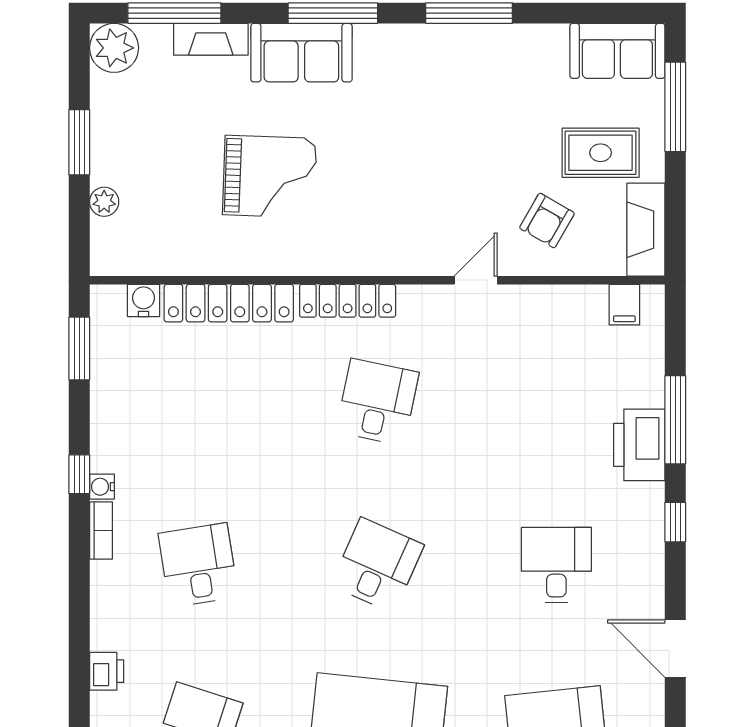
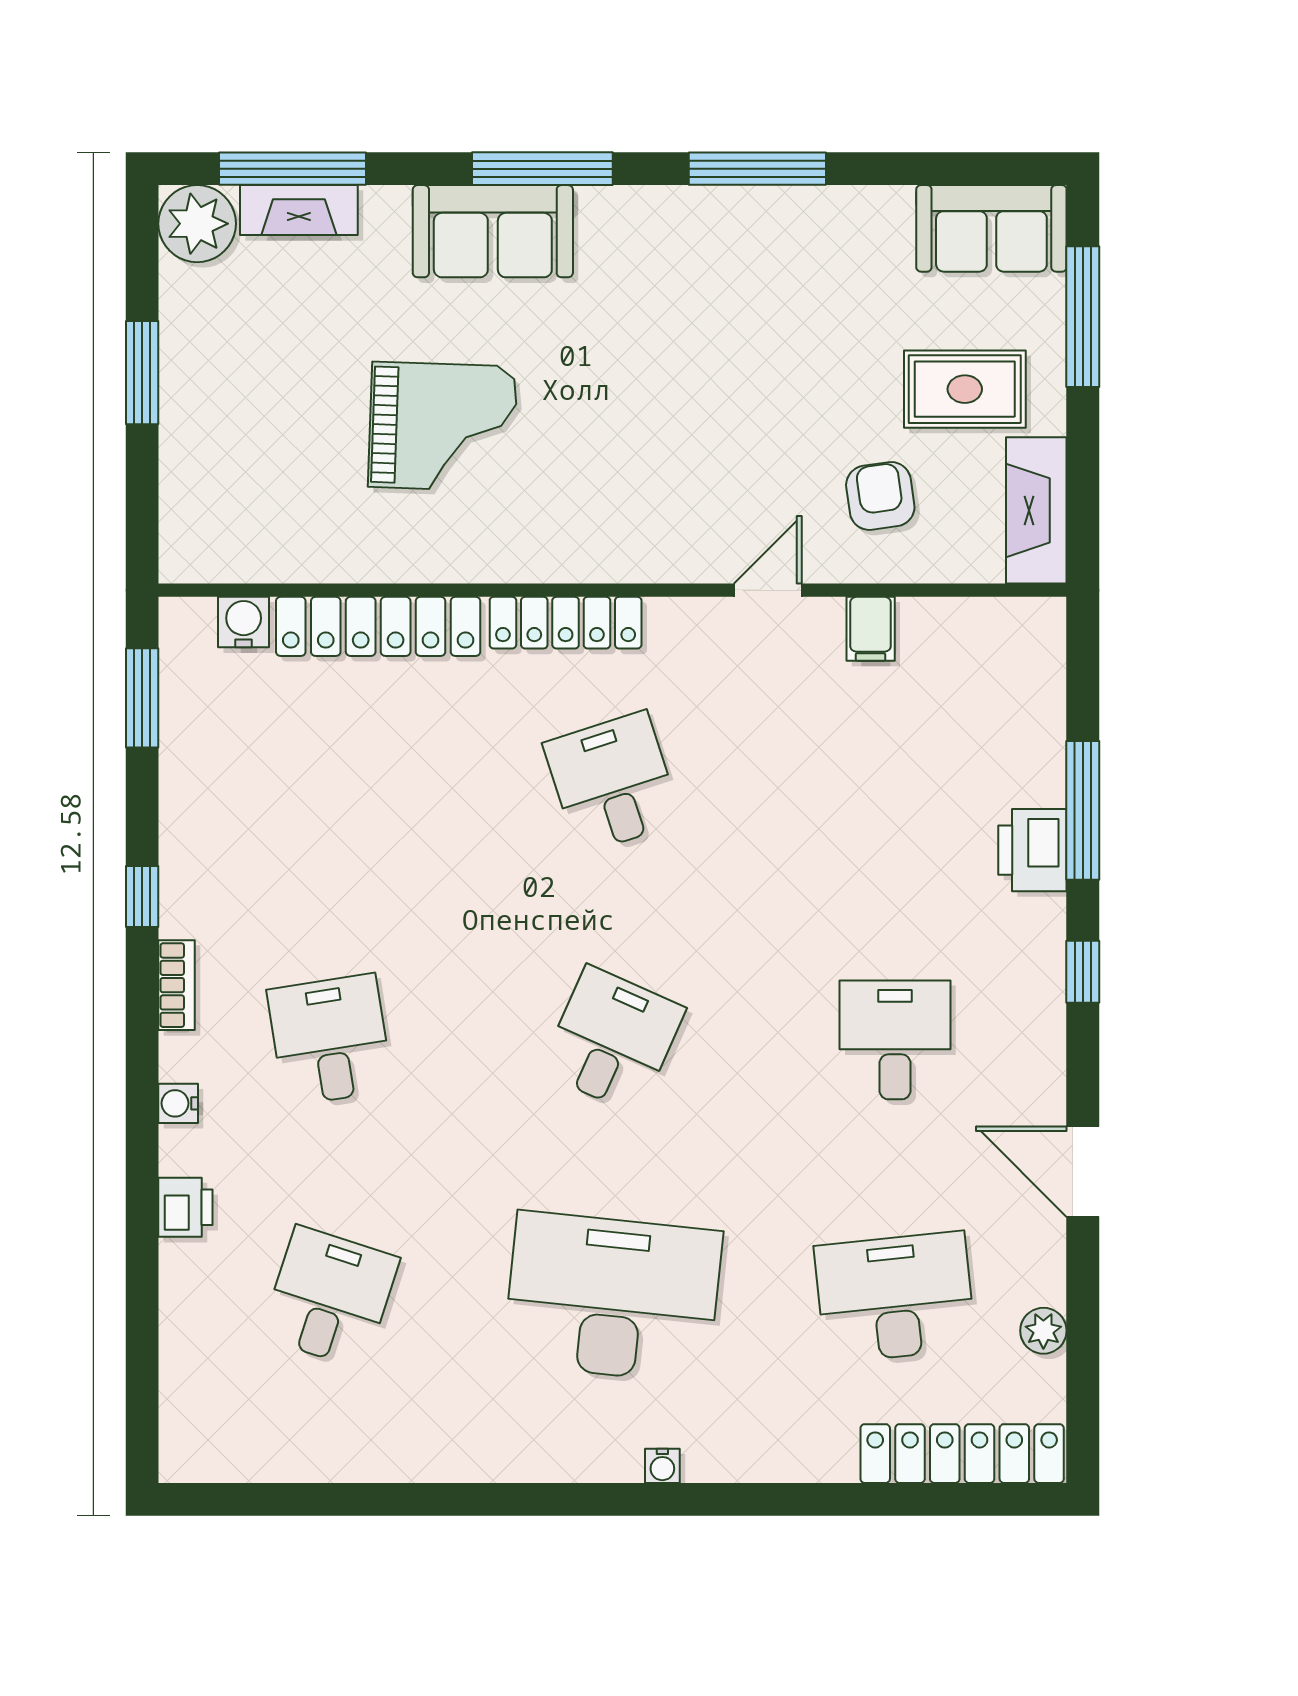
fireplace: (211, 39) -> (299, 210), moved
plant: (104, 202) -> (182, 466), removed
armchair: (547, 220) -> (880, 496), turned 142
filing cabinet: (624, 305) -> (871, 629), moved
desk: (377, 402) -> (612, 783), turned -30
printer: (639, 445) -> (1032, 850), width x0.73, depth x0.84
water cooler: (102, 487) -> (178, 1103), moved

